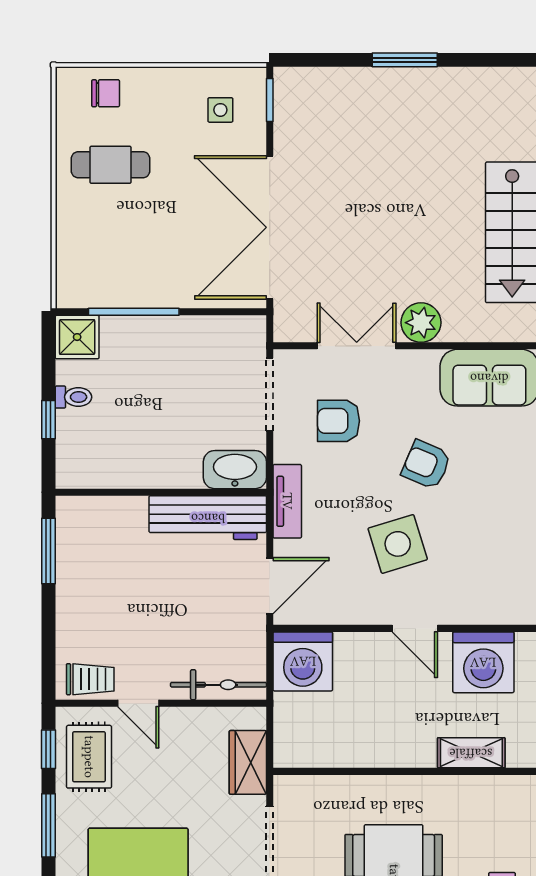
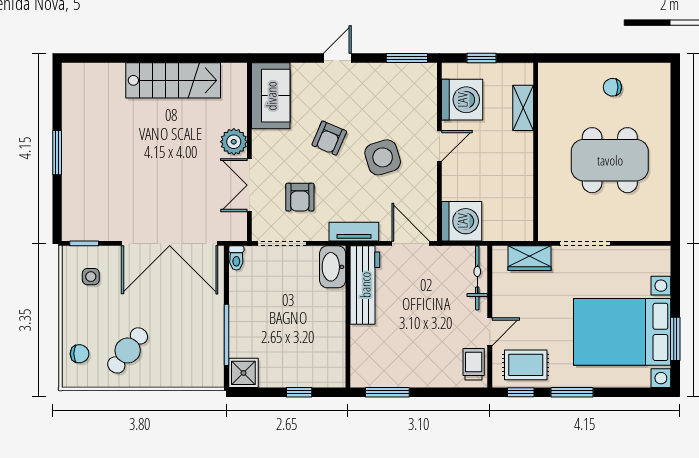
chair: (106, 93) -> (80, 354), turned 90
cafe table: (111, 165) -> (128, 350), turned 38
toilet: (73, 397) -> (236, 258), moved, turned 180

